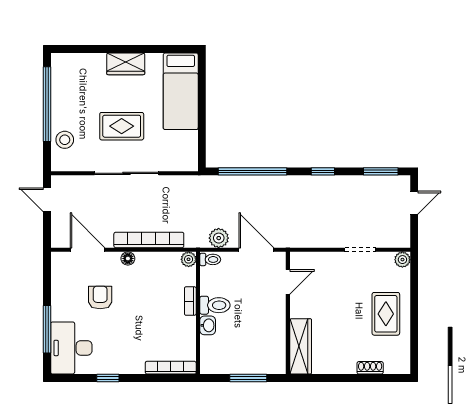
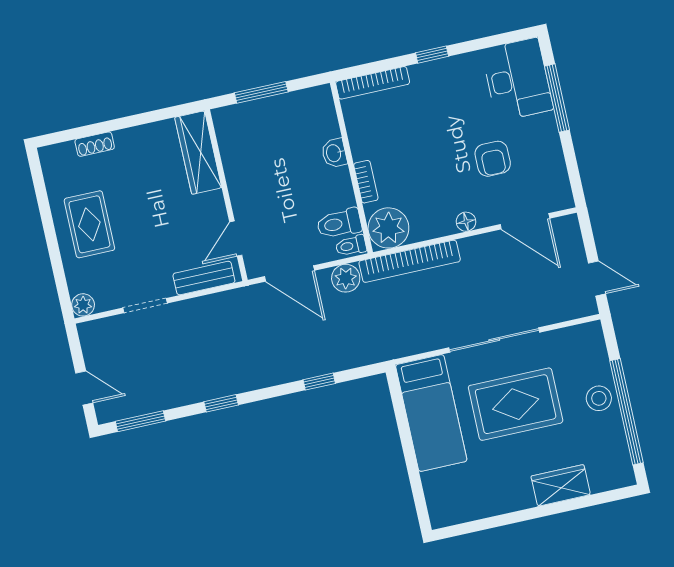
wardrobe: (126, 64) -> (561, 485), moved
bed: (181, 91) -> (431, 413), moved, turned 180
rug: (122, 126) -> (516, 404), width x1.36, depth x1.43
stool: (65, 140) -> (599, 398), moved
window: (253, 171) -> (319, 382), width x0.32
door: (414, 203) -> (84, 388), swing flipped
bookcase: (149, 240) -> (410, 261), moved
plant: (189, 259) -> (388, 228), width x1.87, depth x1.87
bench: (316, 260) -> (204, 278), added
toilet: (215, 305) -> (339, 224), moved
window: (108, 378) -> (432, 55), moved

